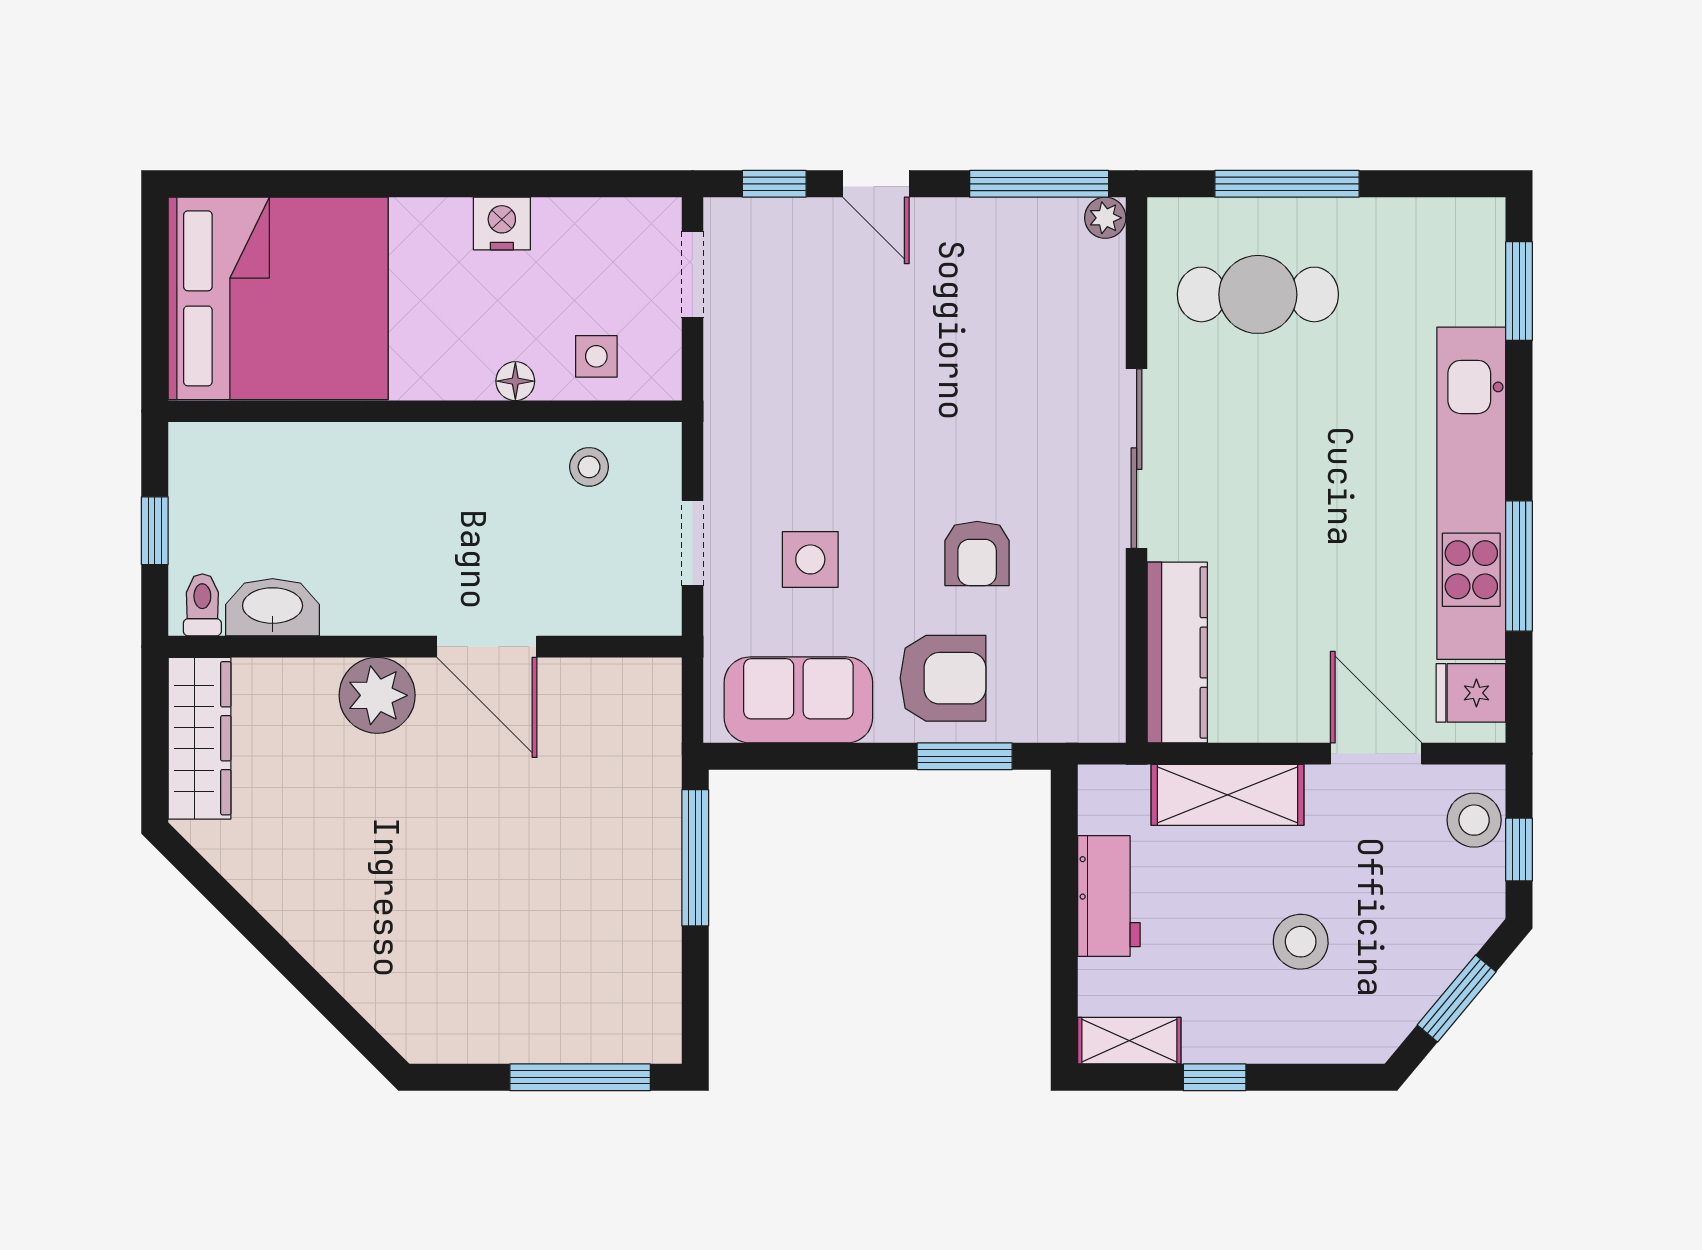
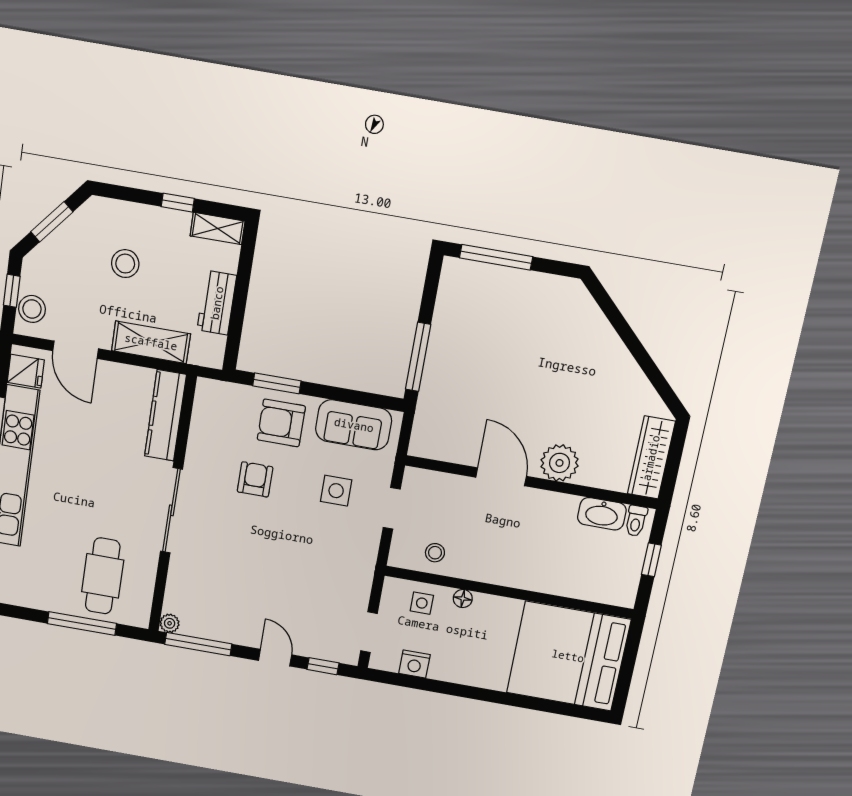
nightstand: (502, 223) -> (414, 664), moved
cafe table: (1258, 294) -> (103, 576), turned 90

